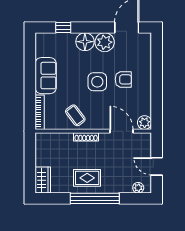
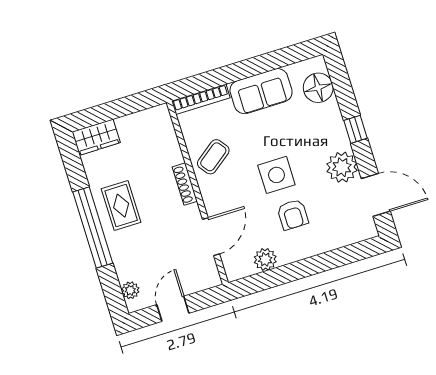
window: (63, 27) -> (355, 129), moved
floor lamp: (85, 42) -> (318, 88), moved
plant: (145, 123) -> (265, 259), moved

